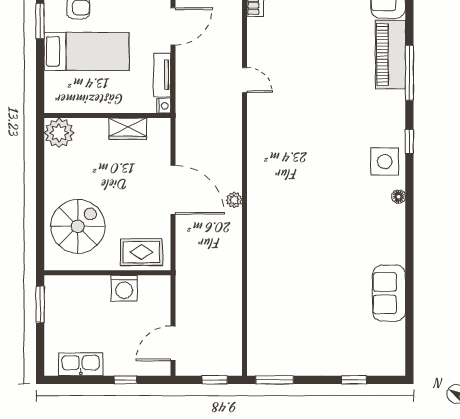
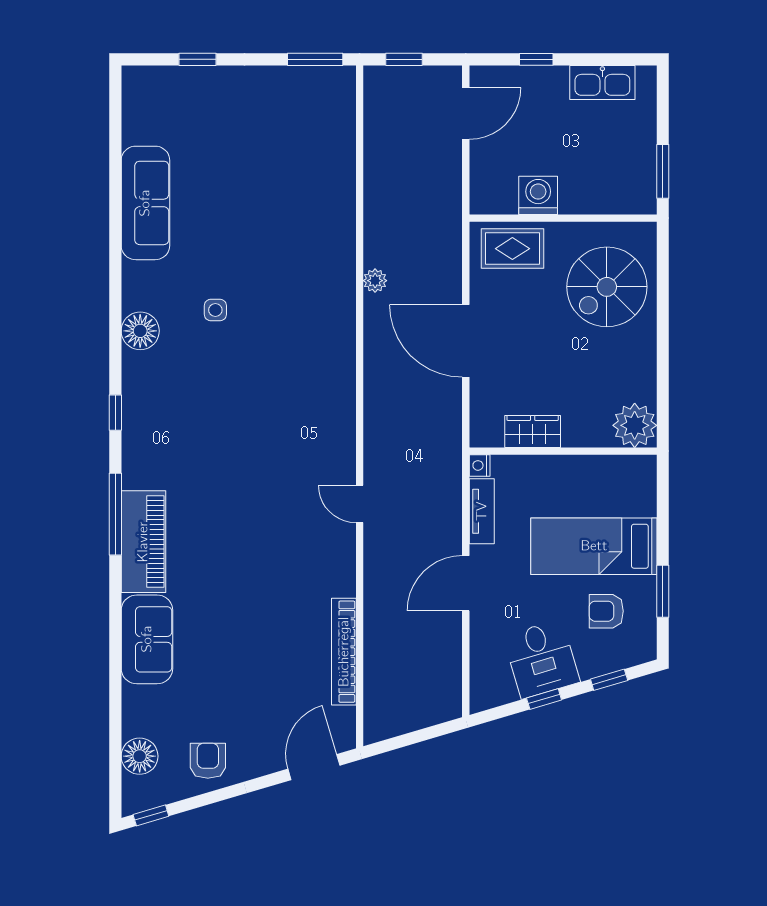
side table: (385, 162) -> (215, 310), moved, width x0.54, depth x0.54
floor lamp: (399, 197) -> (140, 331), width x1.89, depth x1.89
plant: (234, 200) -> (375, 281), moved
sofa: (389, 293) -> (145, 203), width x1.36

